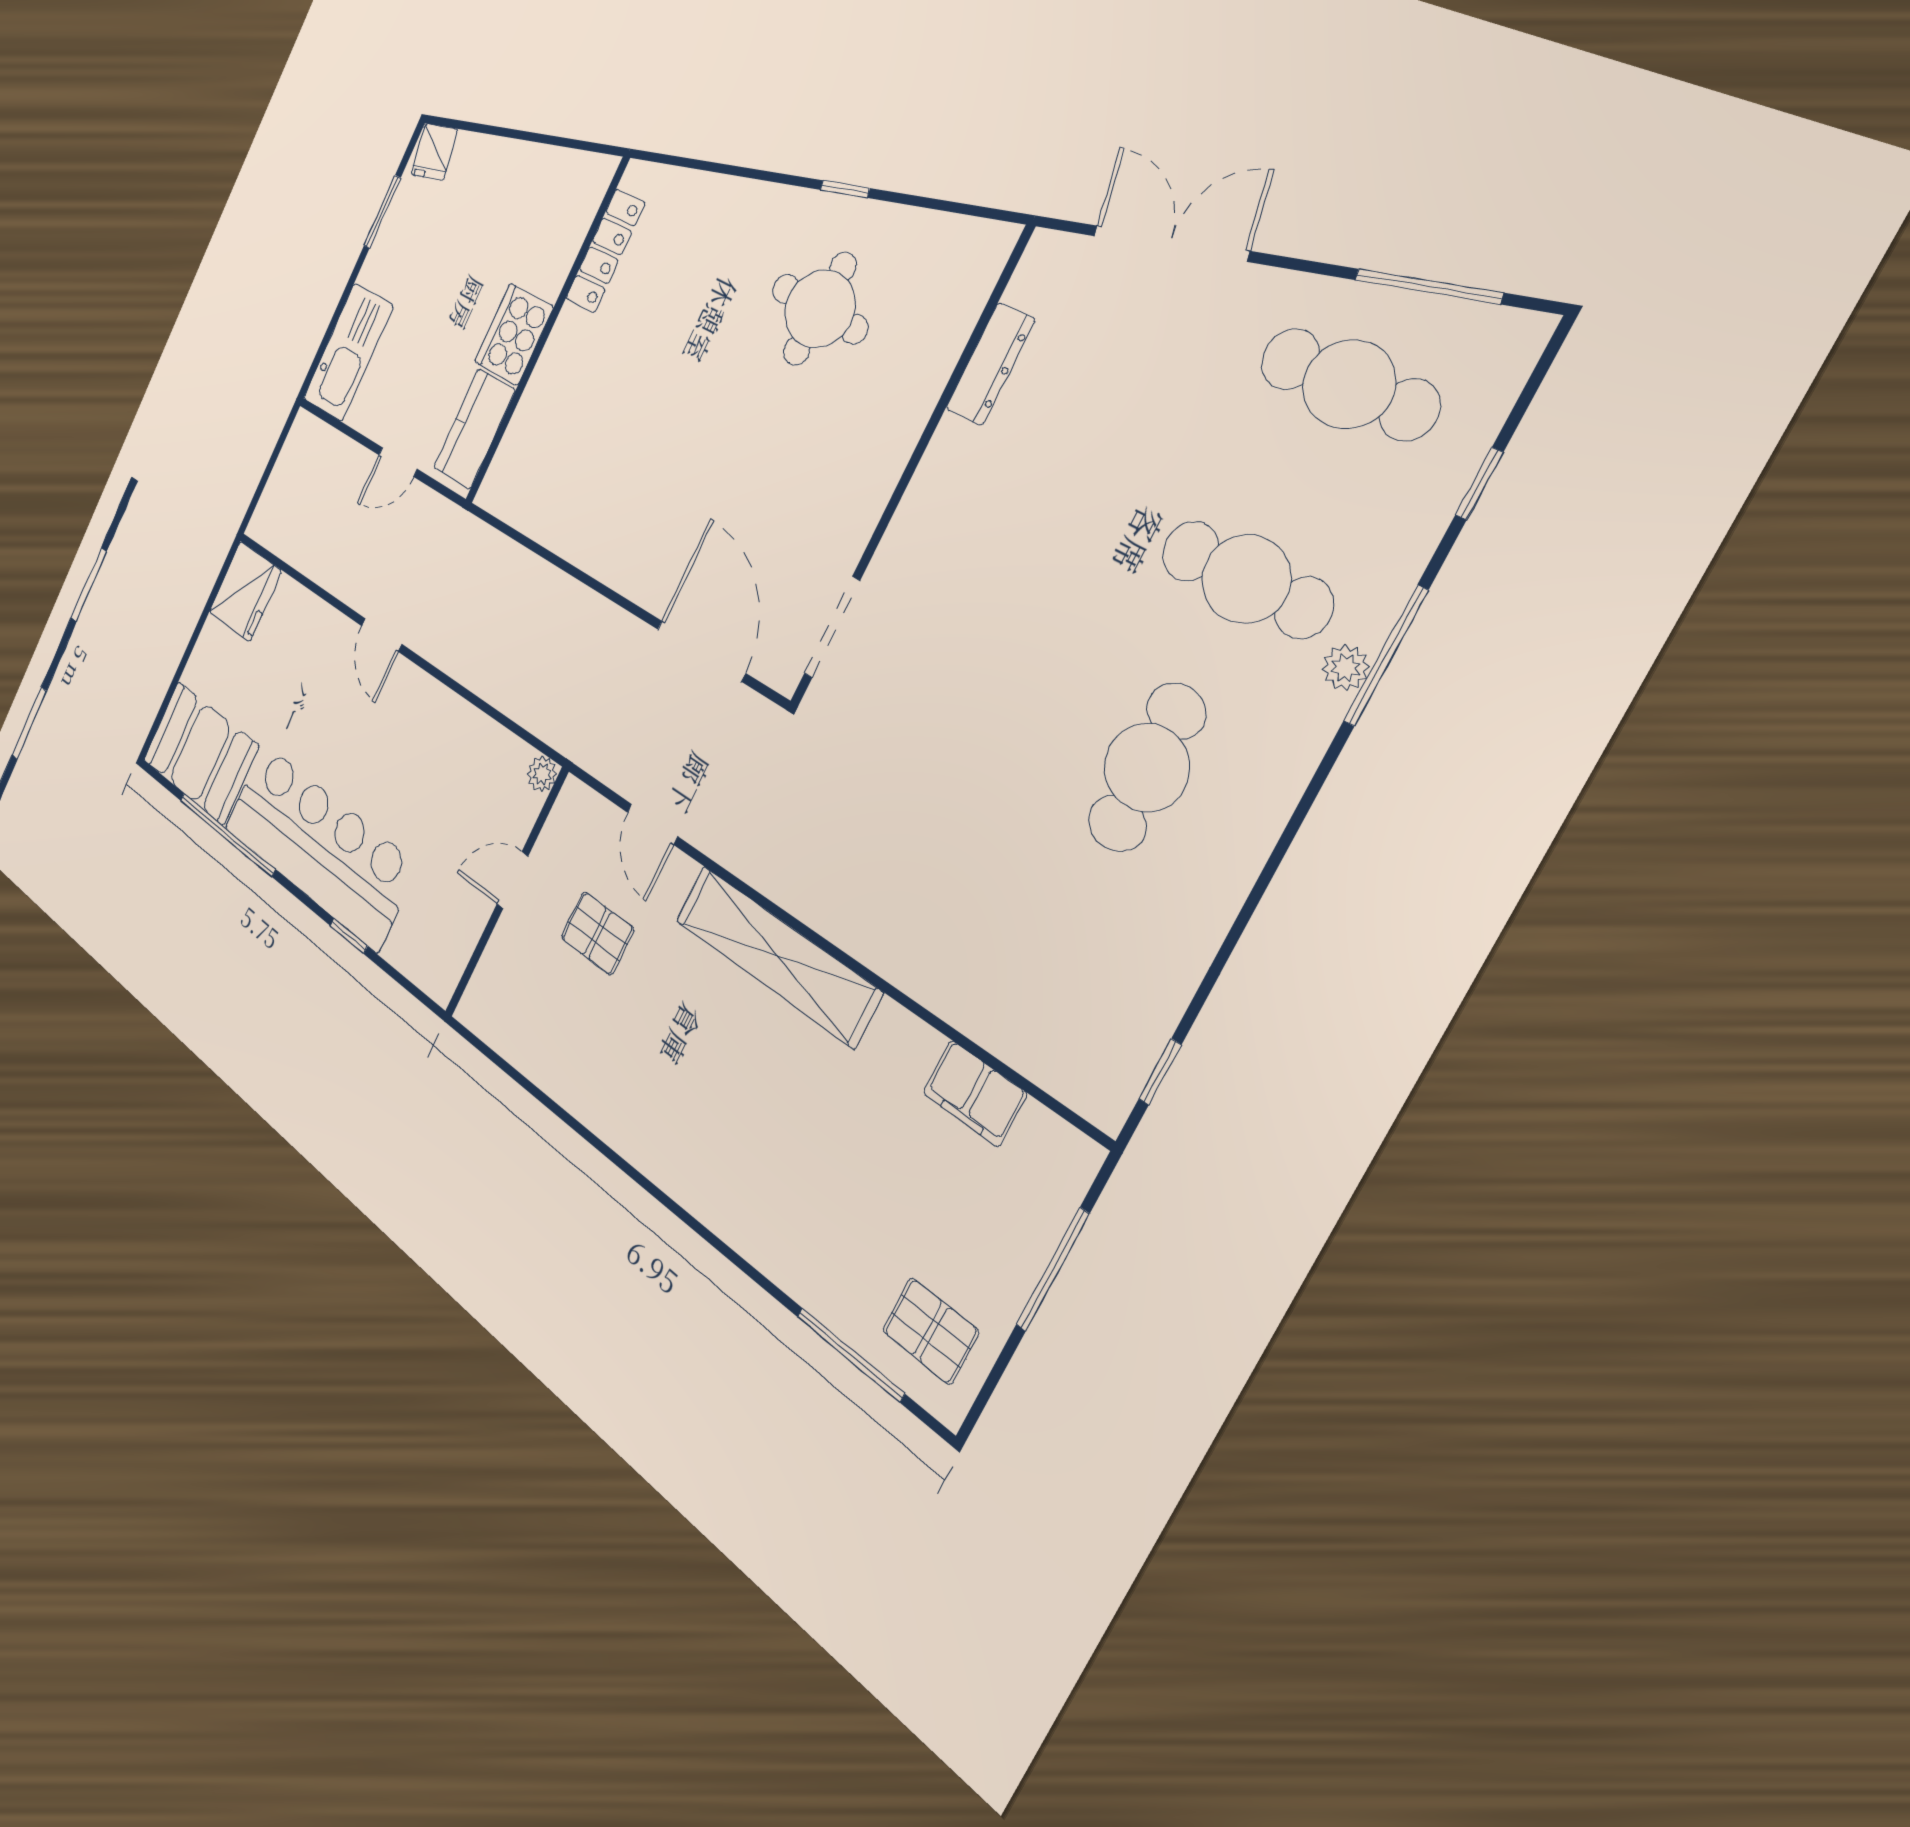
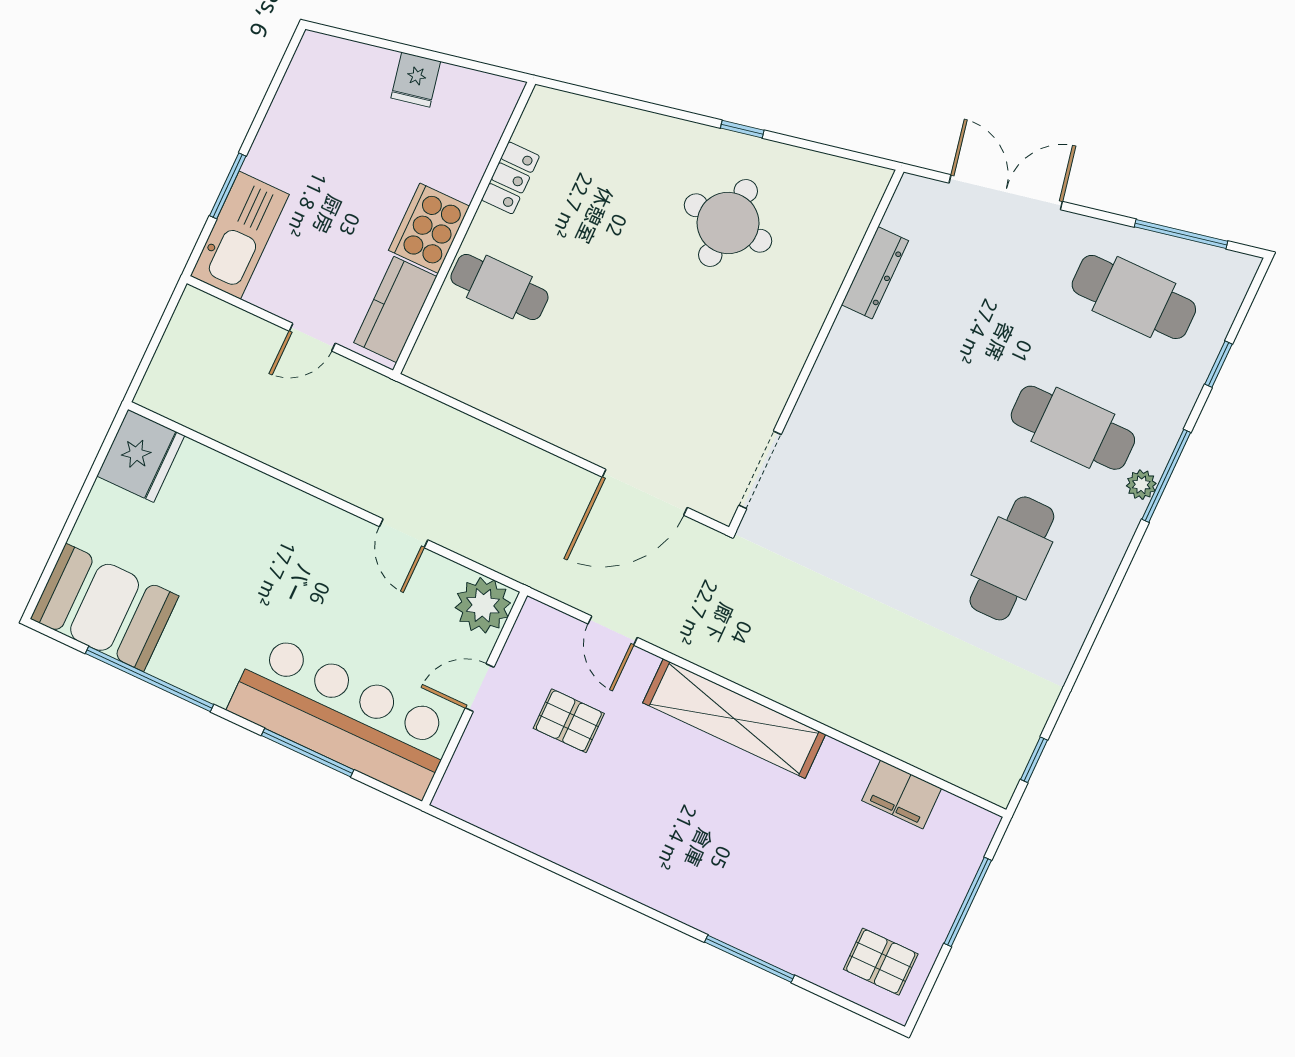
fridge: (434, 152) -> (416, 80), moved
window: (382, 212) -> (228, 186), moved
locker: (605, 251) -> (511, 178), width x0.66
cafe table: (574, 399) -> (499, 287), added
door: (382, 635) -> (404, 533), moved
door: (701, 651) -> (645, 492), swing flipped
plant: (542, 774) -> (483, 605), width x1.88, depth x1.88
bar counter: (319, 846) -> (343, 716), moved
window: (349, 936) -> (308, 753), width x2.17
window: (850, 1355) -> (750, 959), moved

